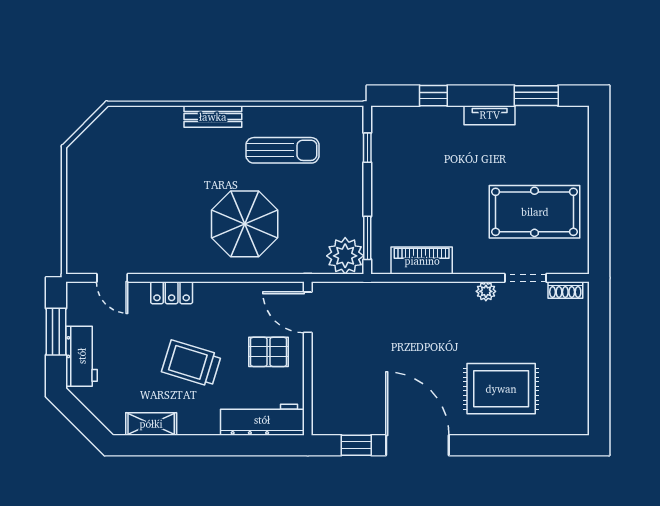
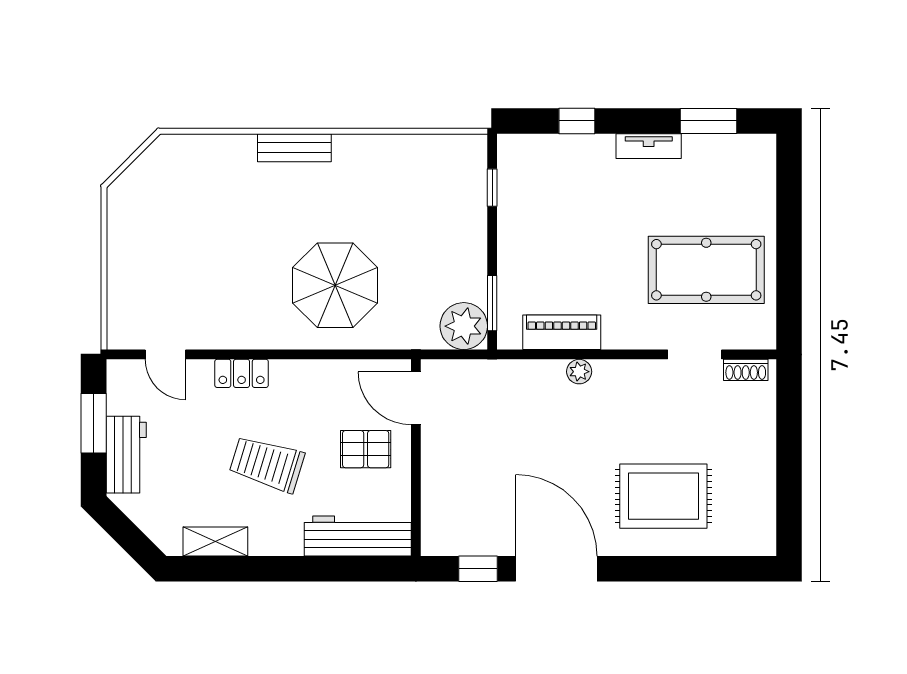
sun lounger: (282, 150) -> (384, 191), removed
plant: (486, 291) -> (579, 372), moved

